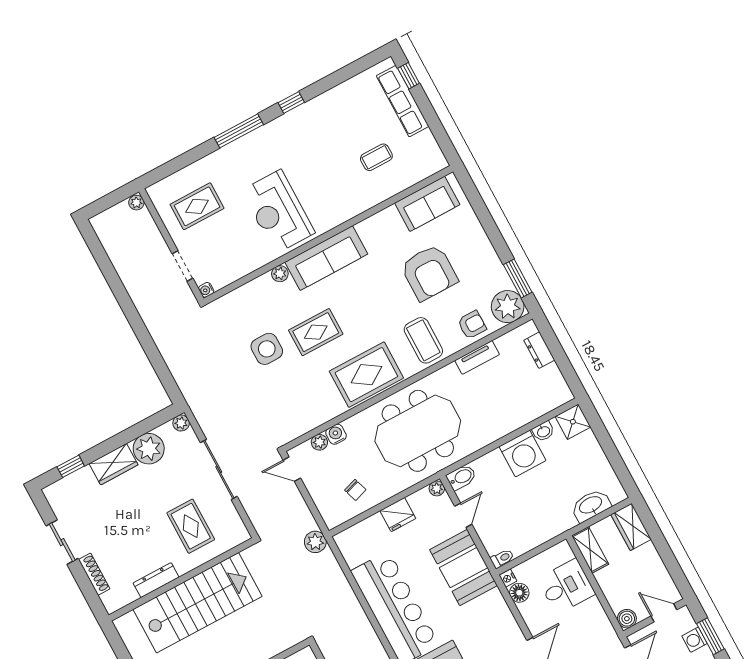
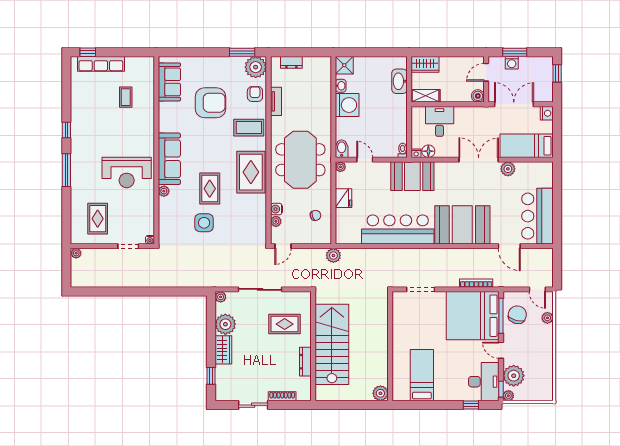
booth: (464, 568) -> (412, 176), moved

